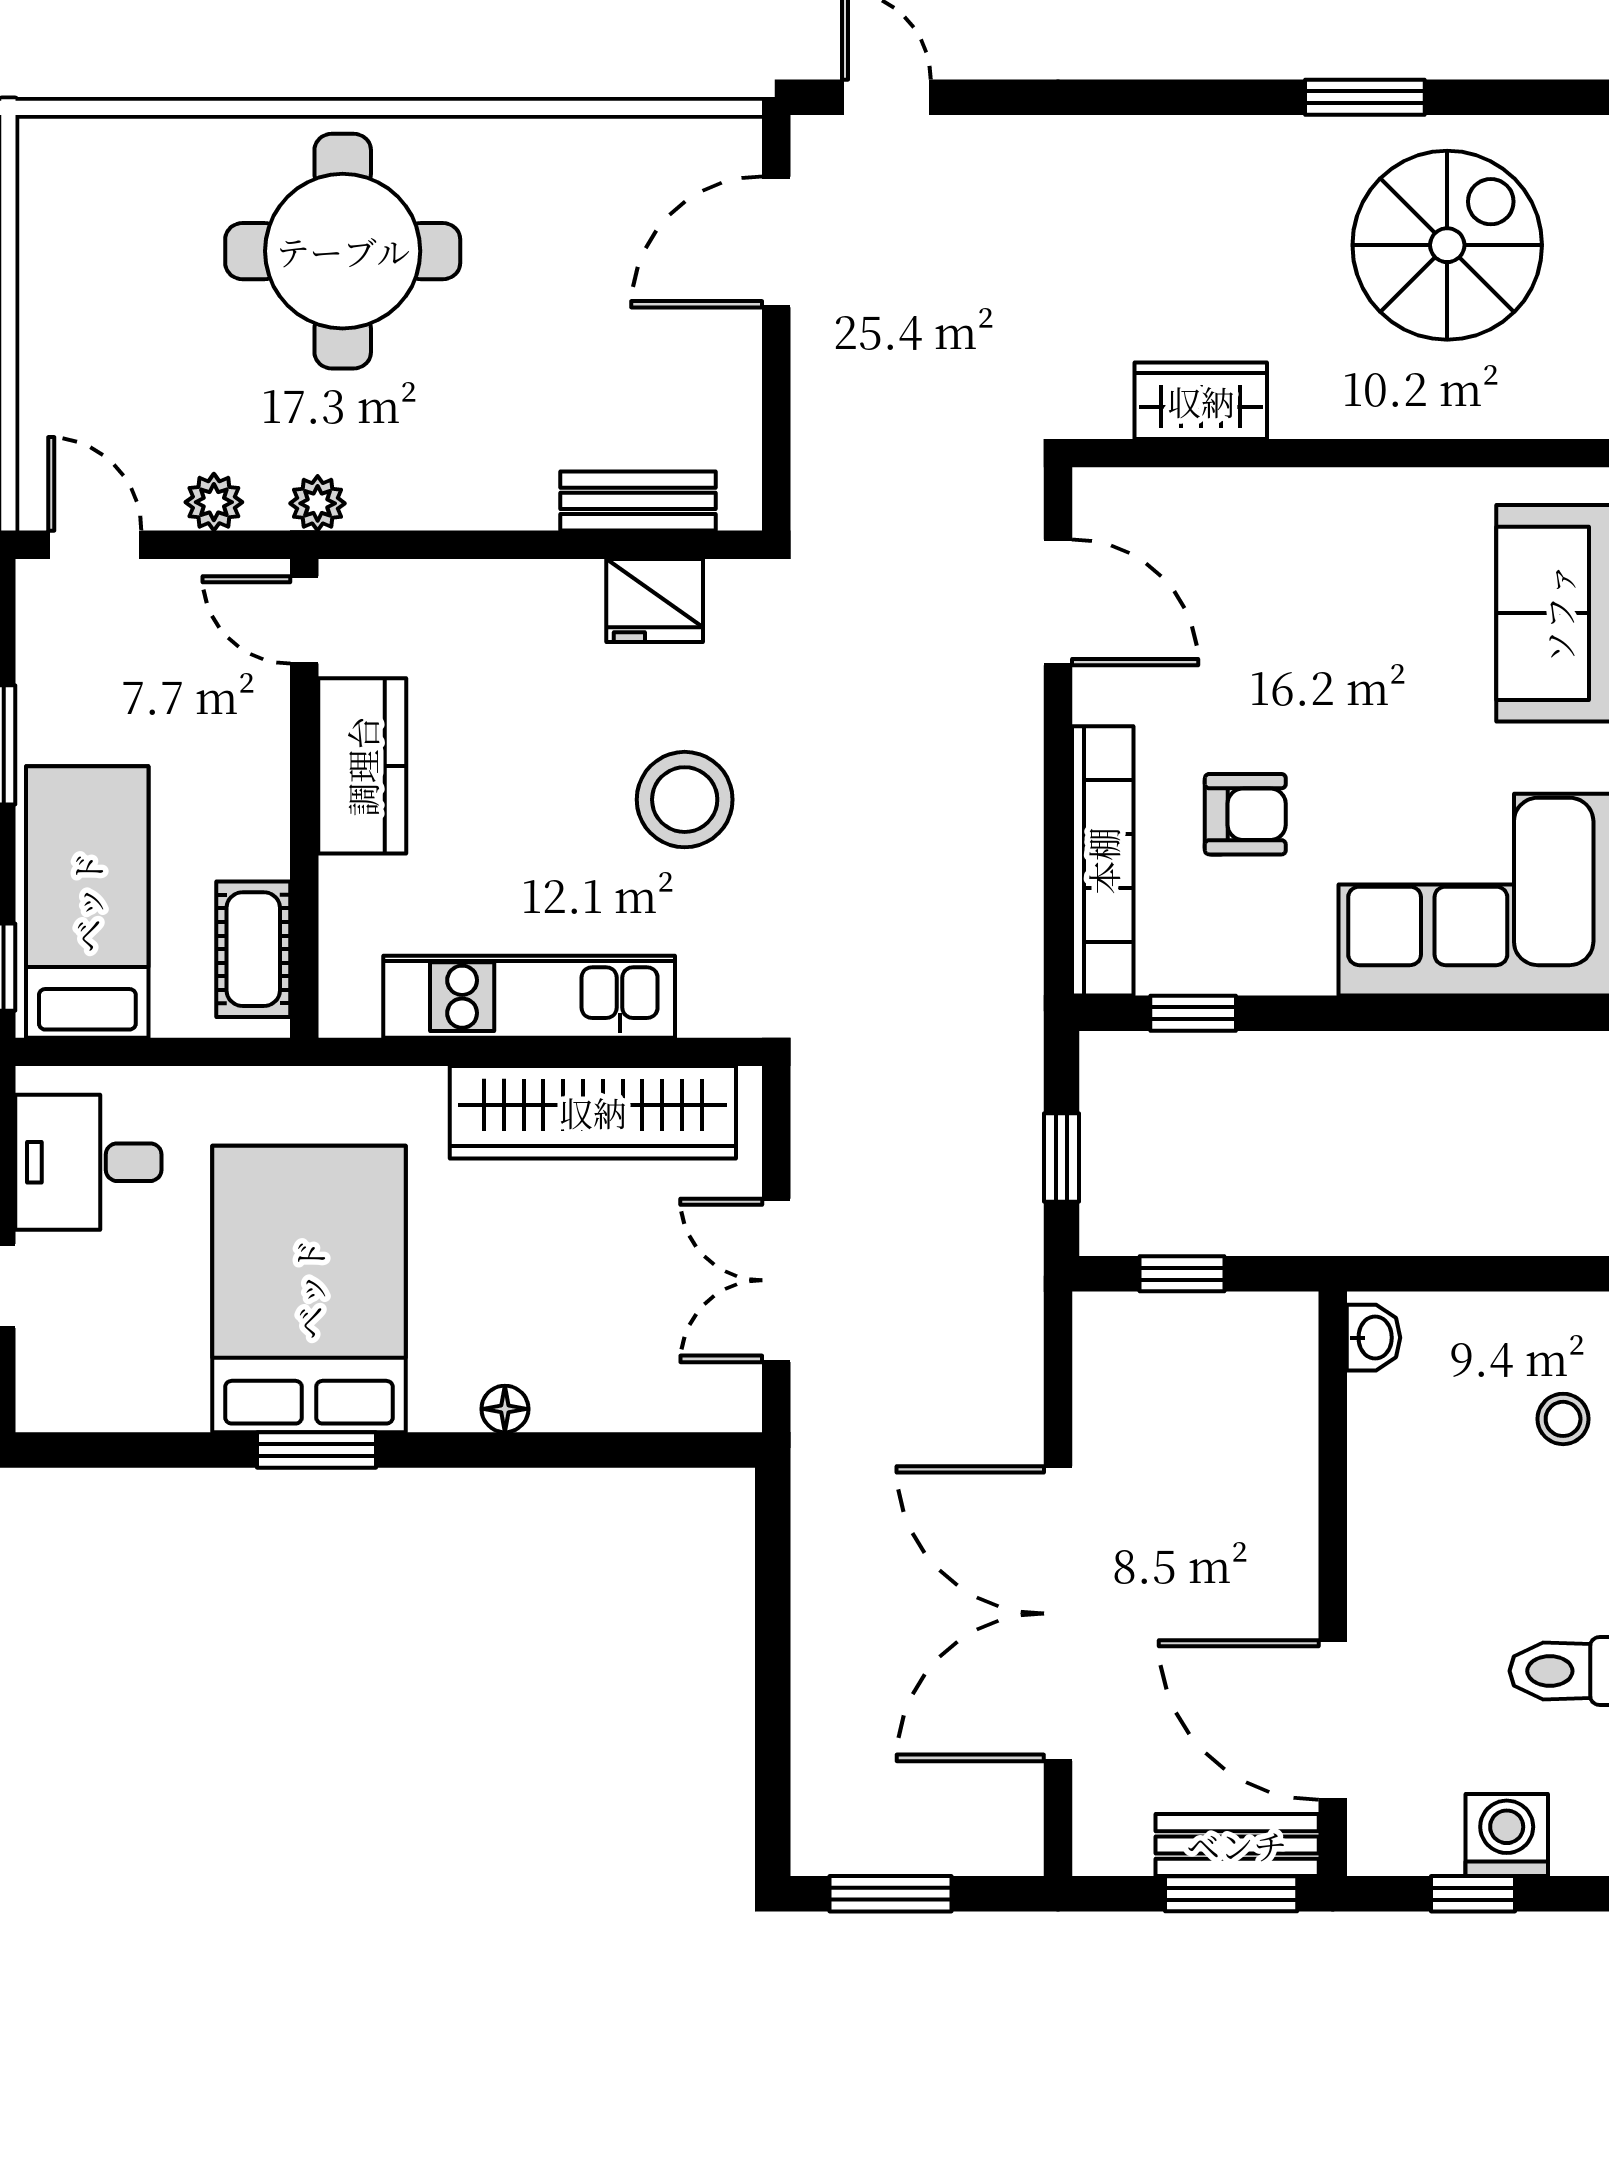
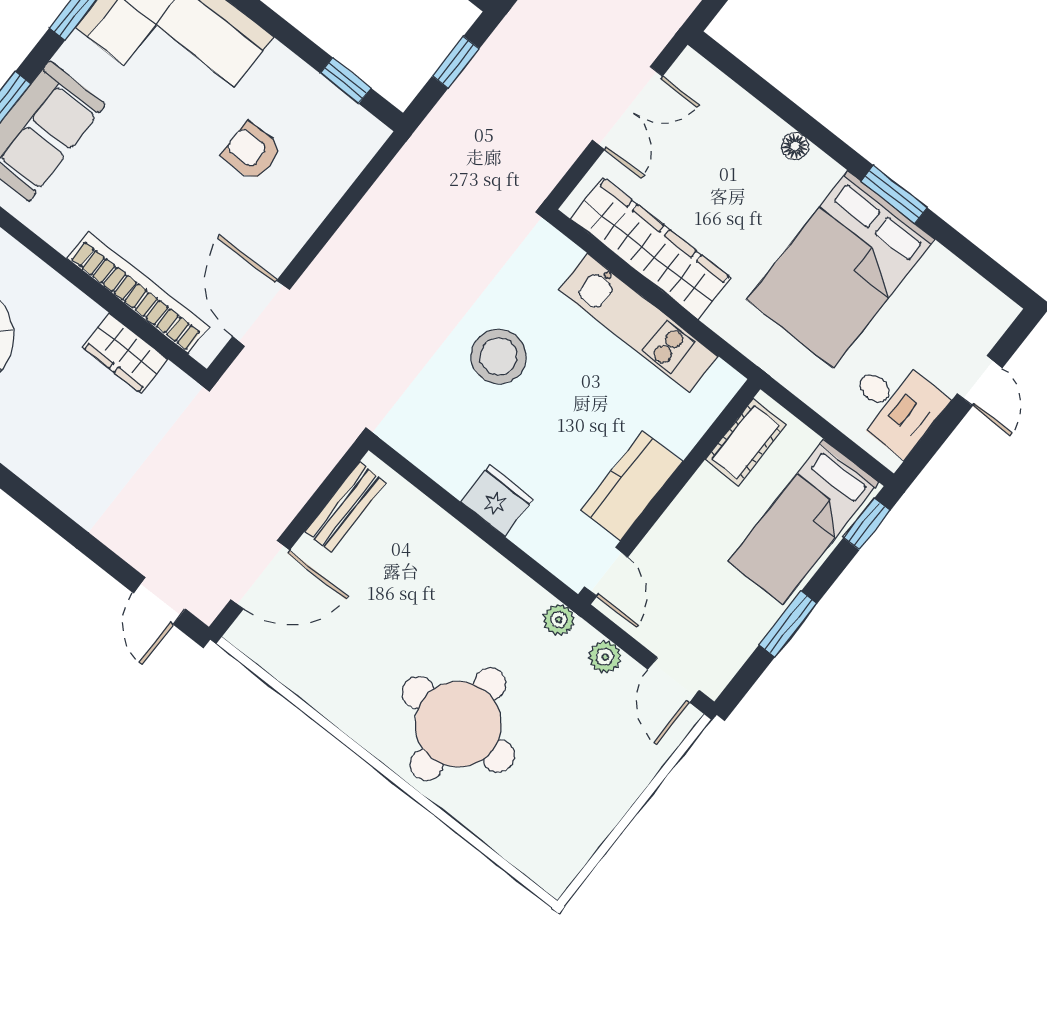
bench: (638, 501) -> (345, 507), moved, turned 90
fridge: (655, 600) -> (497, 500), moved
bookcase: (1103, 861) -> (138, 293), moved, turned 90

